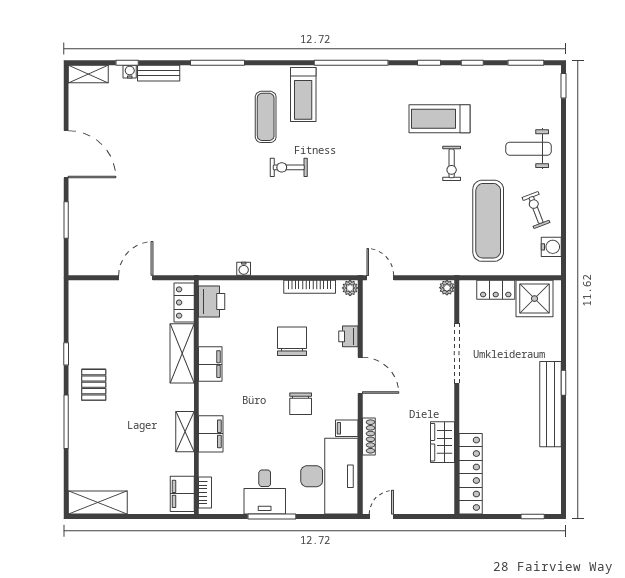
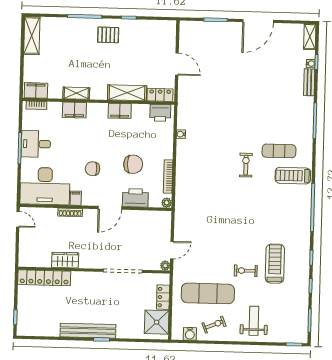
door: (380, 278) -> (172, 250), moved
printer: (348, 336) -> (135, 198), width x1.87, depth x1.48

